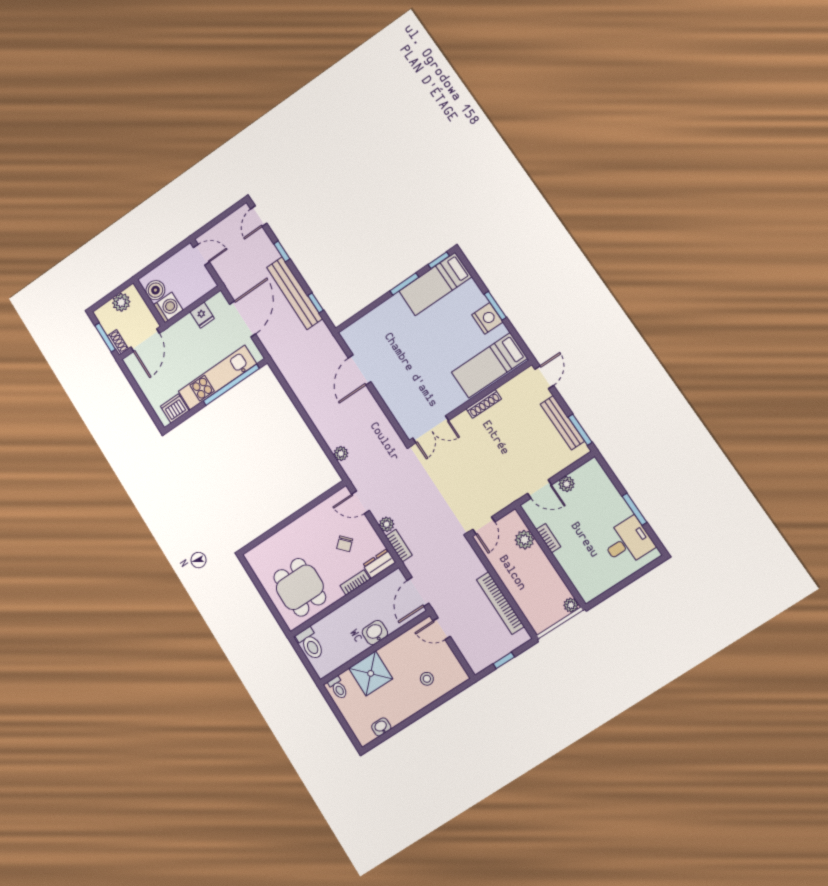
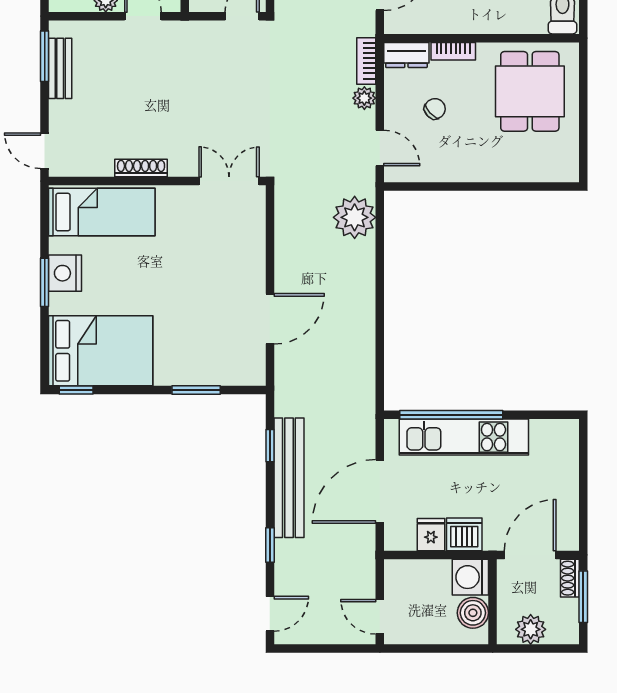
window: (404, 284) -> (196, 390), moved
bed: (435, 284) -> (101, 351), width x1.50
door: (544, 377) -> (45, 151), hinge flipped
dishwasher: (175, 408) -> (464, 534), moved, turned 180
bench: (562, 423) -> (60, 68), width x0.73
plant: (341, 454) -> (355, 217), width x1.87, depth x1.87

